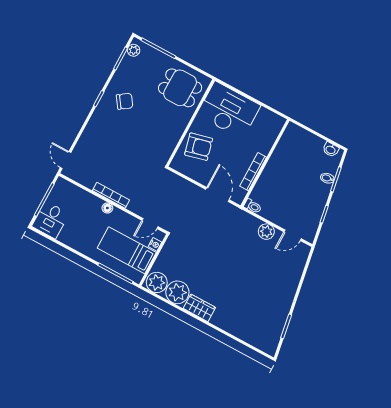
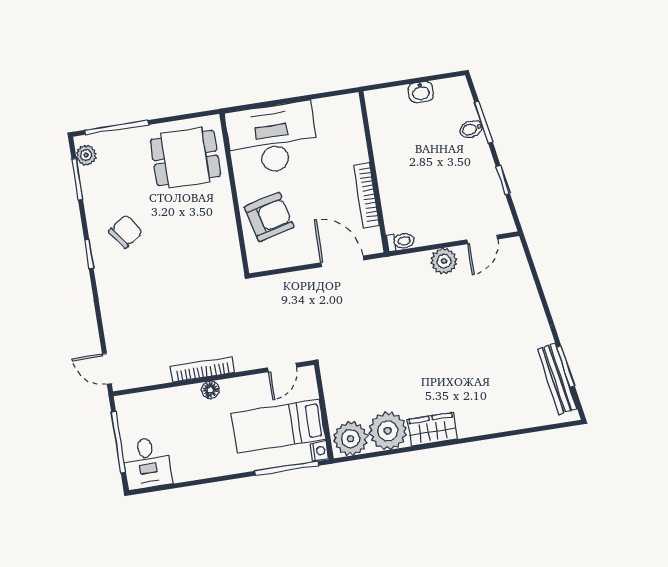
washbasin: (331, 150) -> (421, 92), moved
nightstand: (155, 244) -> (319, 451), moved
bench: (277, 329) -> (557, 379), added

